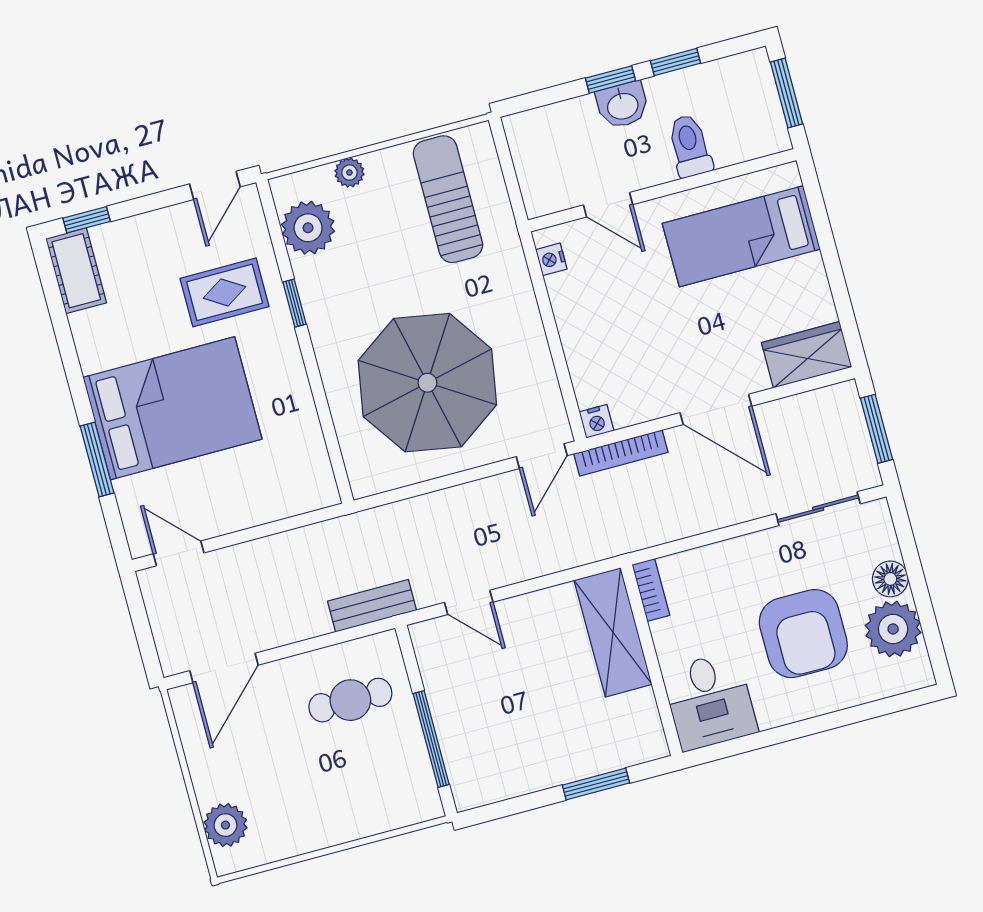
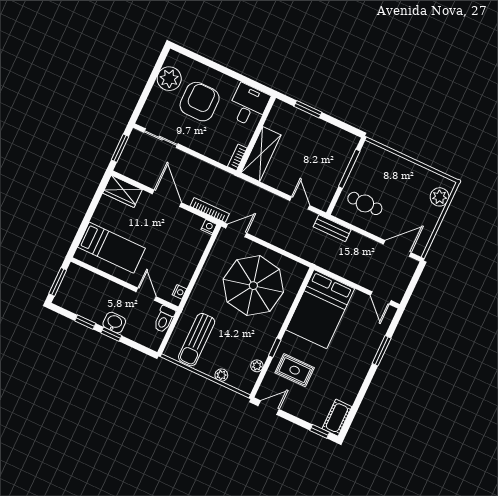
toilet: (690, 146) -> (164, 319), moved
plant: (308, 228) -> (257, 366), width x0.53, depth x0.53
bed: (173, 408) -> (320, 309), moved, turned -90
floor lamp: (890, 579) -> (156, 96), removed

